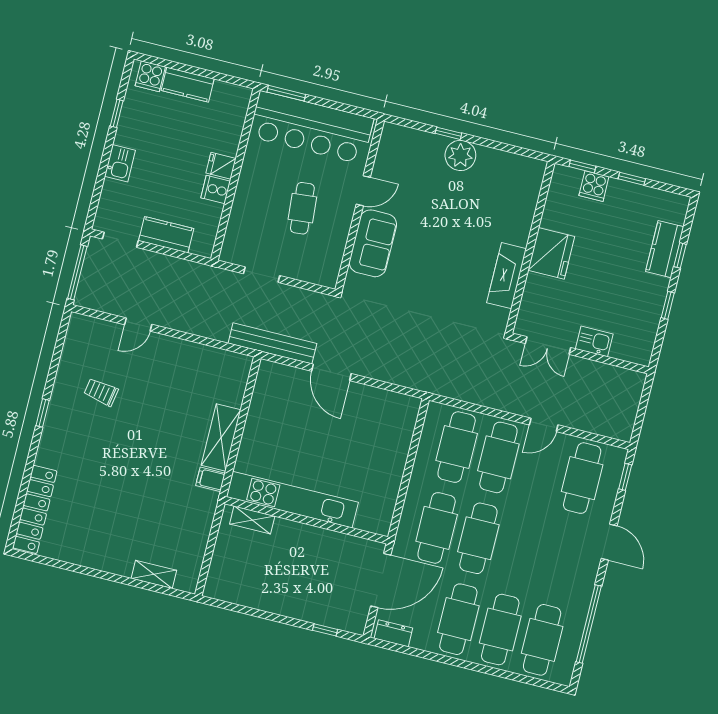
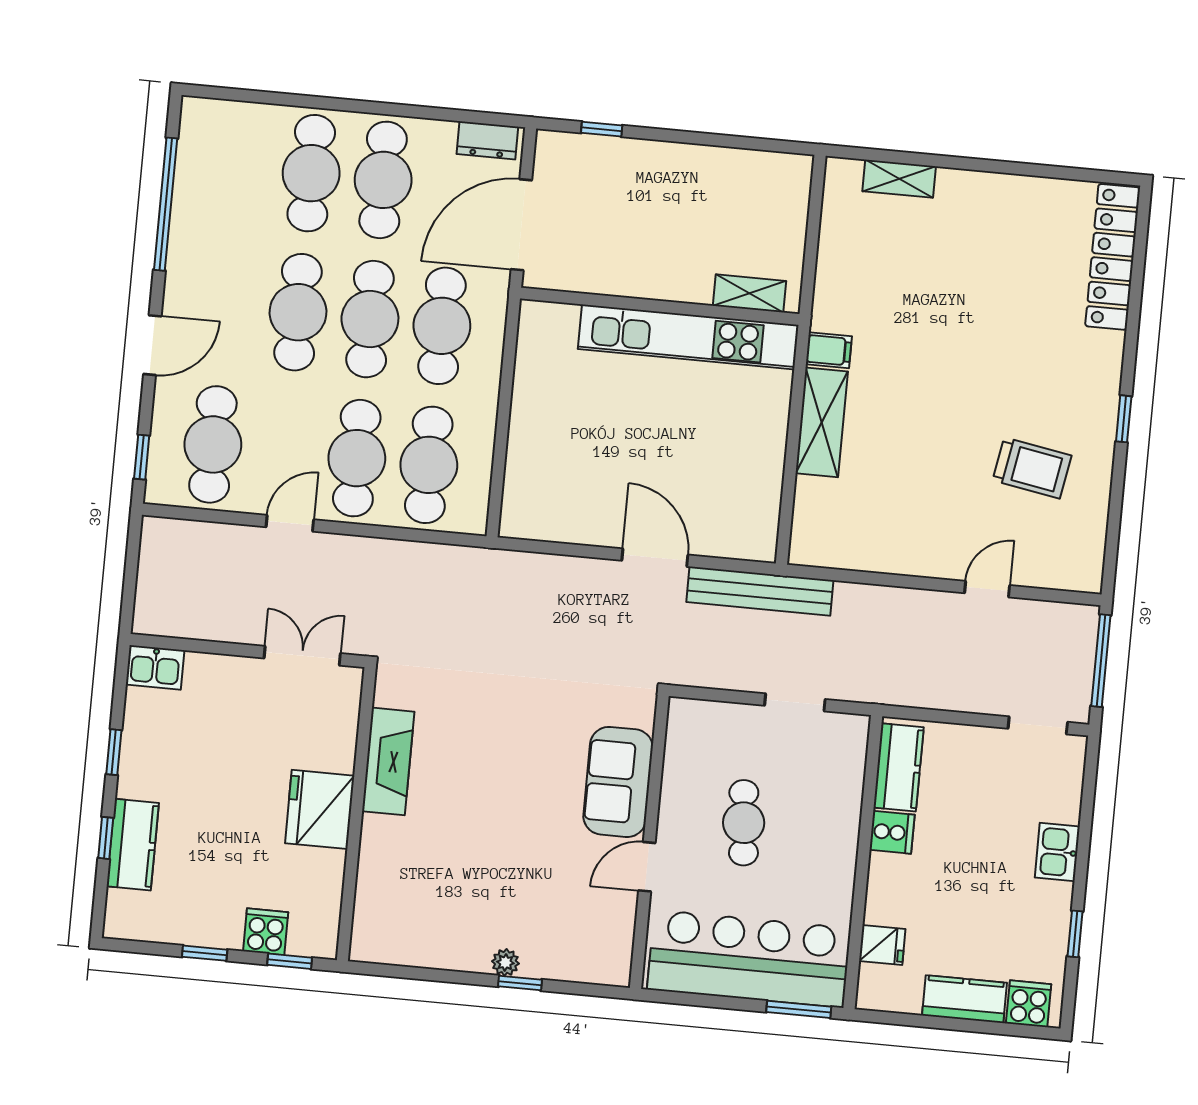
plant: (460, 155) -> (505, 962), width x0.53, depth x0.53
fridge: (221, 166) -> (882, 945), moved
kitchen counter: (166, 235) -> (899, 767), moved, turned -90
kitchen sink: (594, 341) -> (155, 667), moved
trolley: (101, 392) -> (1032, 468), width x1.36, depth x1.39
door: (609, 542) -> (152, 345), swing flipped
cafe table: (542, 640) -> (298, 312), moved

